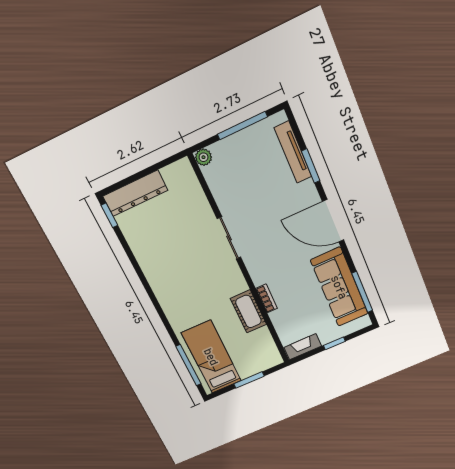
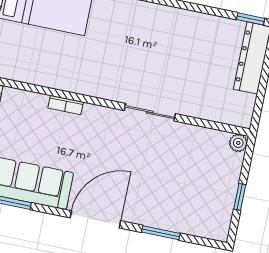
window: (242, 126) -> (240, 197), width x0.46
tv unit: (293, 152) -> (184, 225), removed
cot: (248, 311) -> (65, 78), removed

